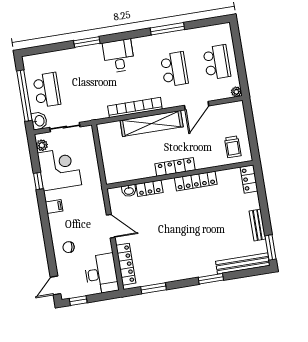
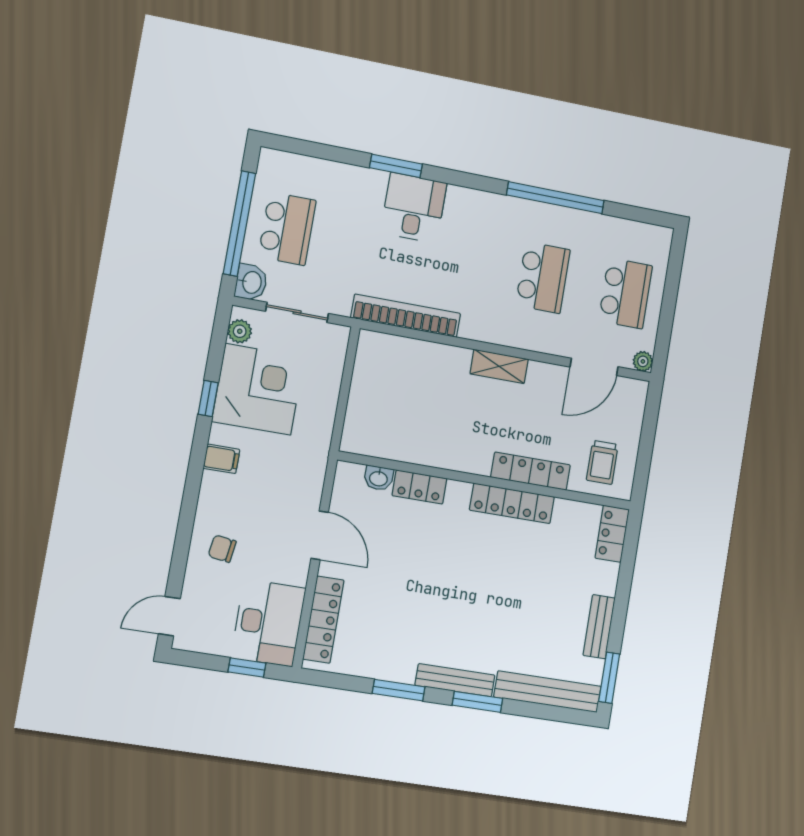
window: (167, 29) -> (555, 198), width x1.46
desk: (119, 56) -> (414, 208), moved
door: (197, 106) -> (594, 367), moved
bookcase: (135, 107) -> (406, 316), moved
shelving: (152, 123) -> (499, 366), width x0.45, depth x0.75
locker: (175, 167) -> (531, 471), moved
bench: (197, 272) -> (455, 680), added
window: (154, 288) -> (399, 690), moved
window: (78, 301) -> (247, 667), moved

